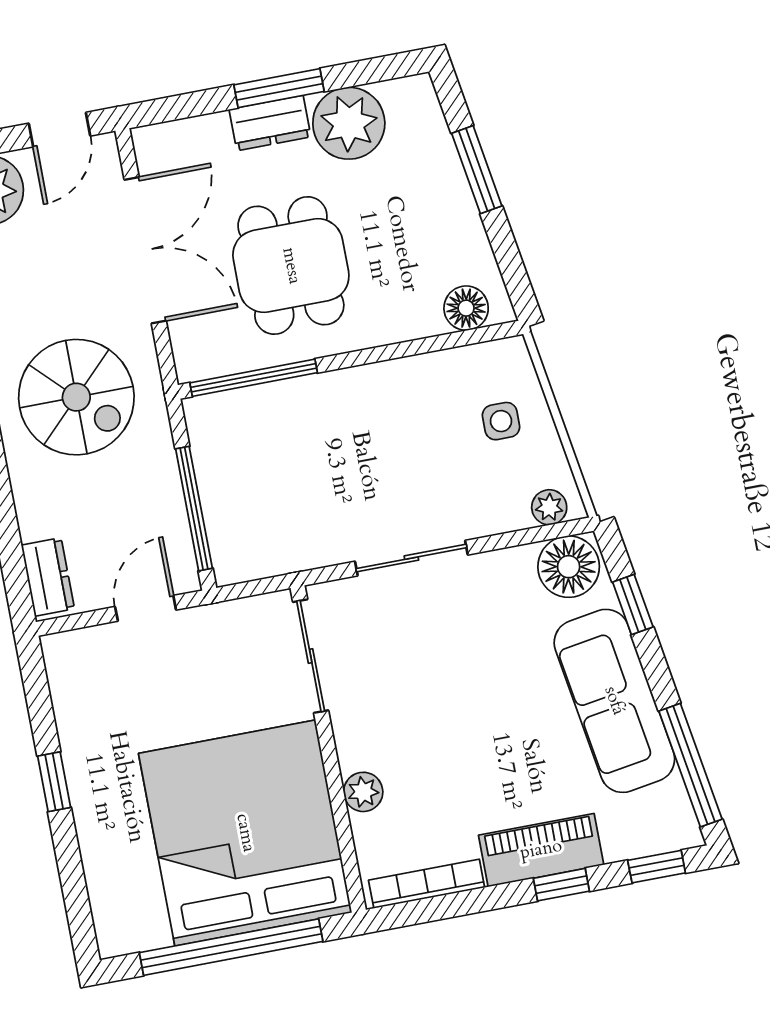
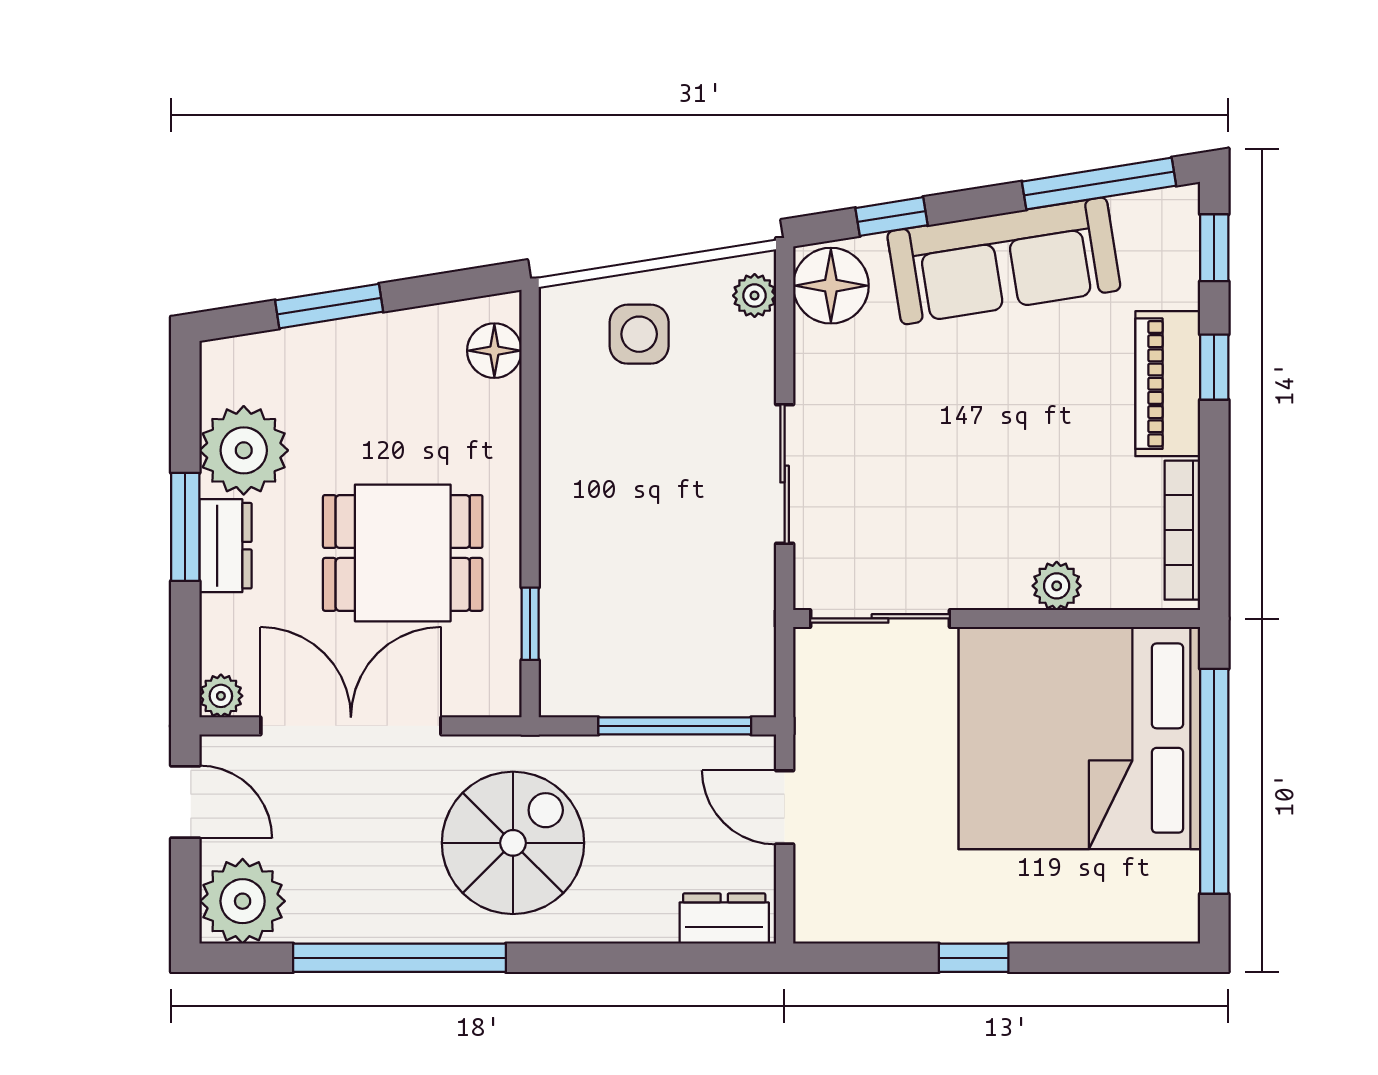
plant: (150, 142) -> (221, 696), added
window: (254, 378) -> (530, 624), width x0.46
side table: (501, 421) -> (639, 334), width x1.37, depth x1.37

